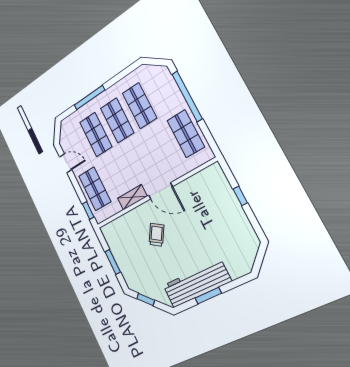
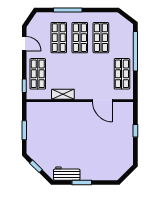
door: (160, 191) -> (102, 101), moved
trolley: (156, 235) -> (67, 127), removed
workbench: (197, 283) -> (67, 174), width x0.53, depth x0.76

